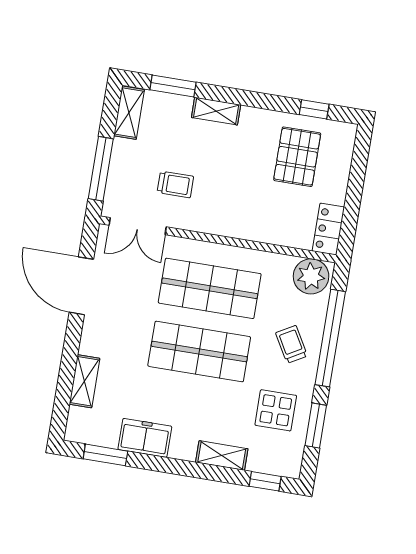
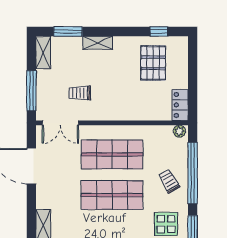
trolley: (175, 184) -> (80, 93), turned 180
plant: (311, 276) -> (179, 131), width x0.53, depth x0.53

